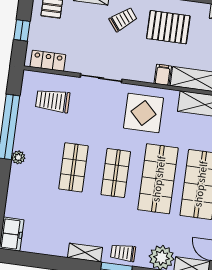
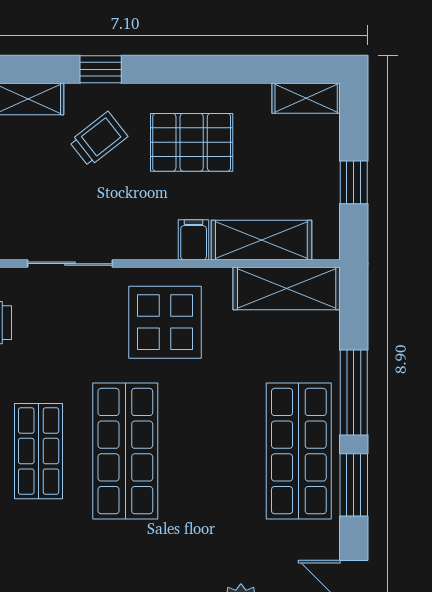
shop shelf: (116, 173) -> (125, 451), width x1.43, depth x1.36
shop shelf: (158, 179) -> (212, 451), removed

